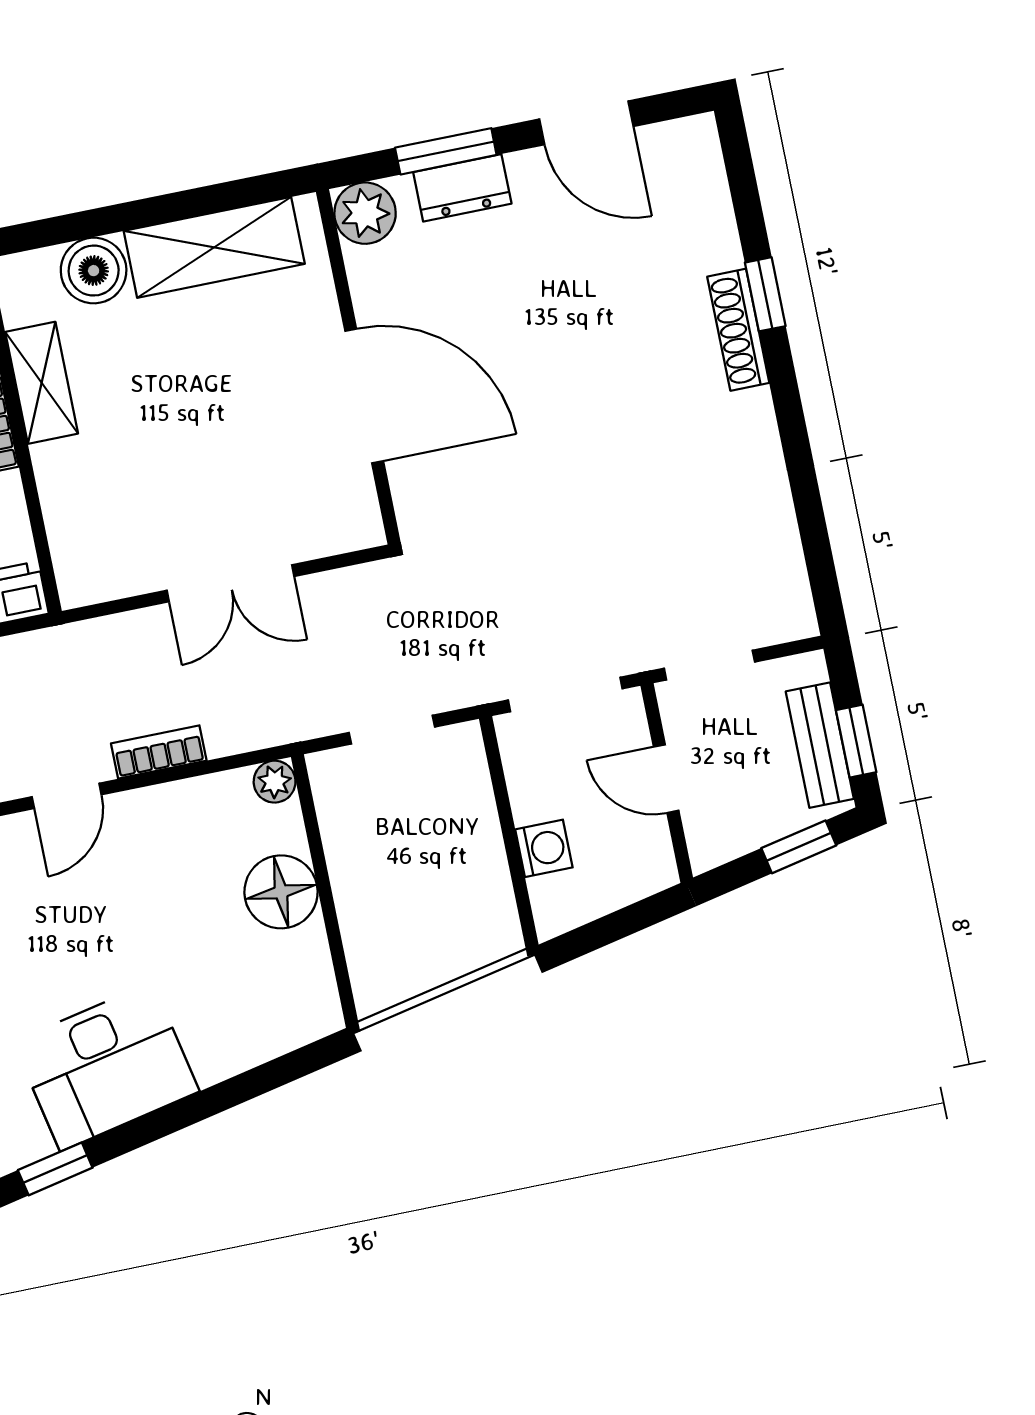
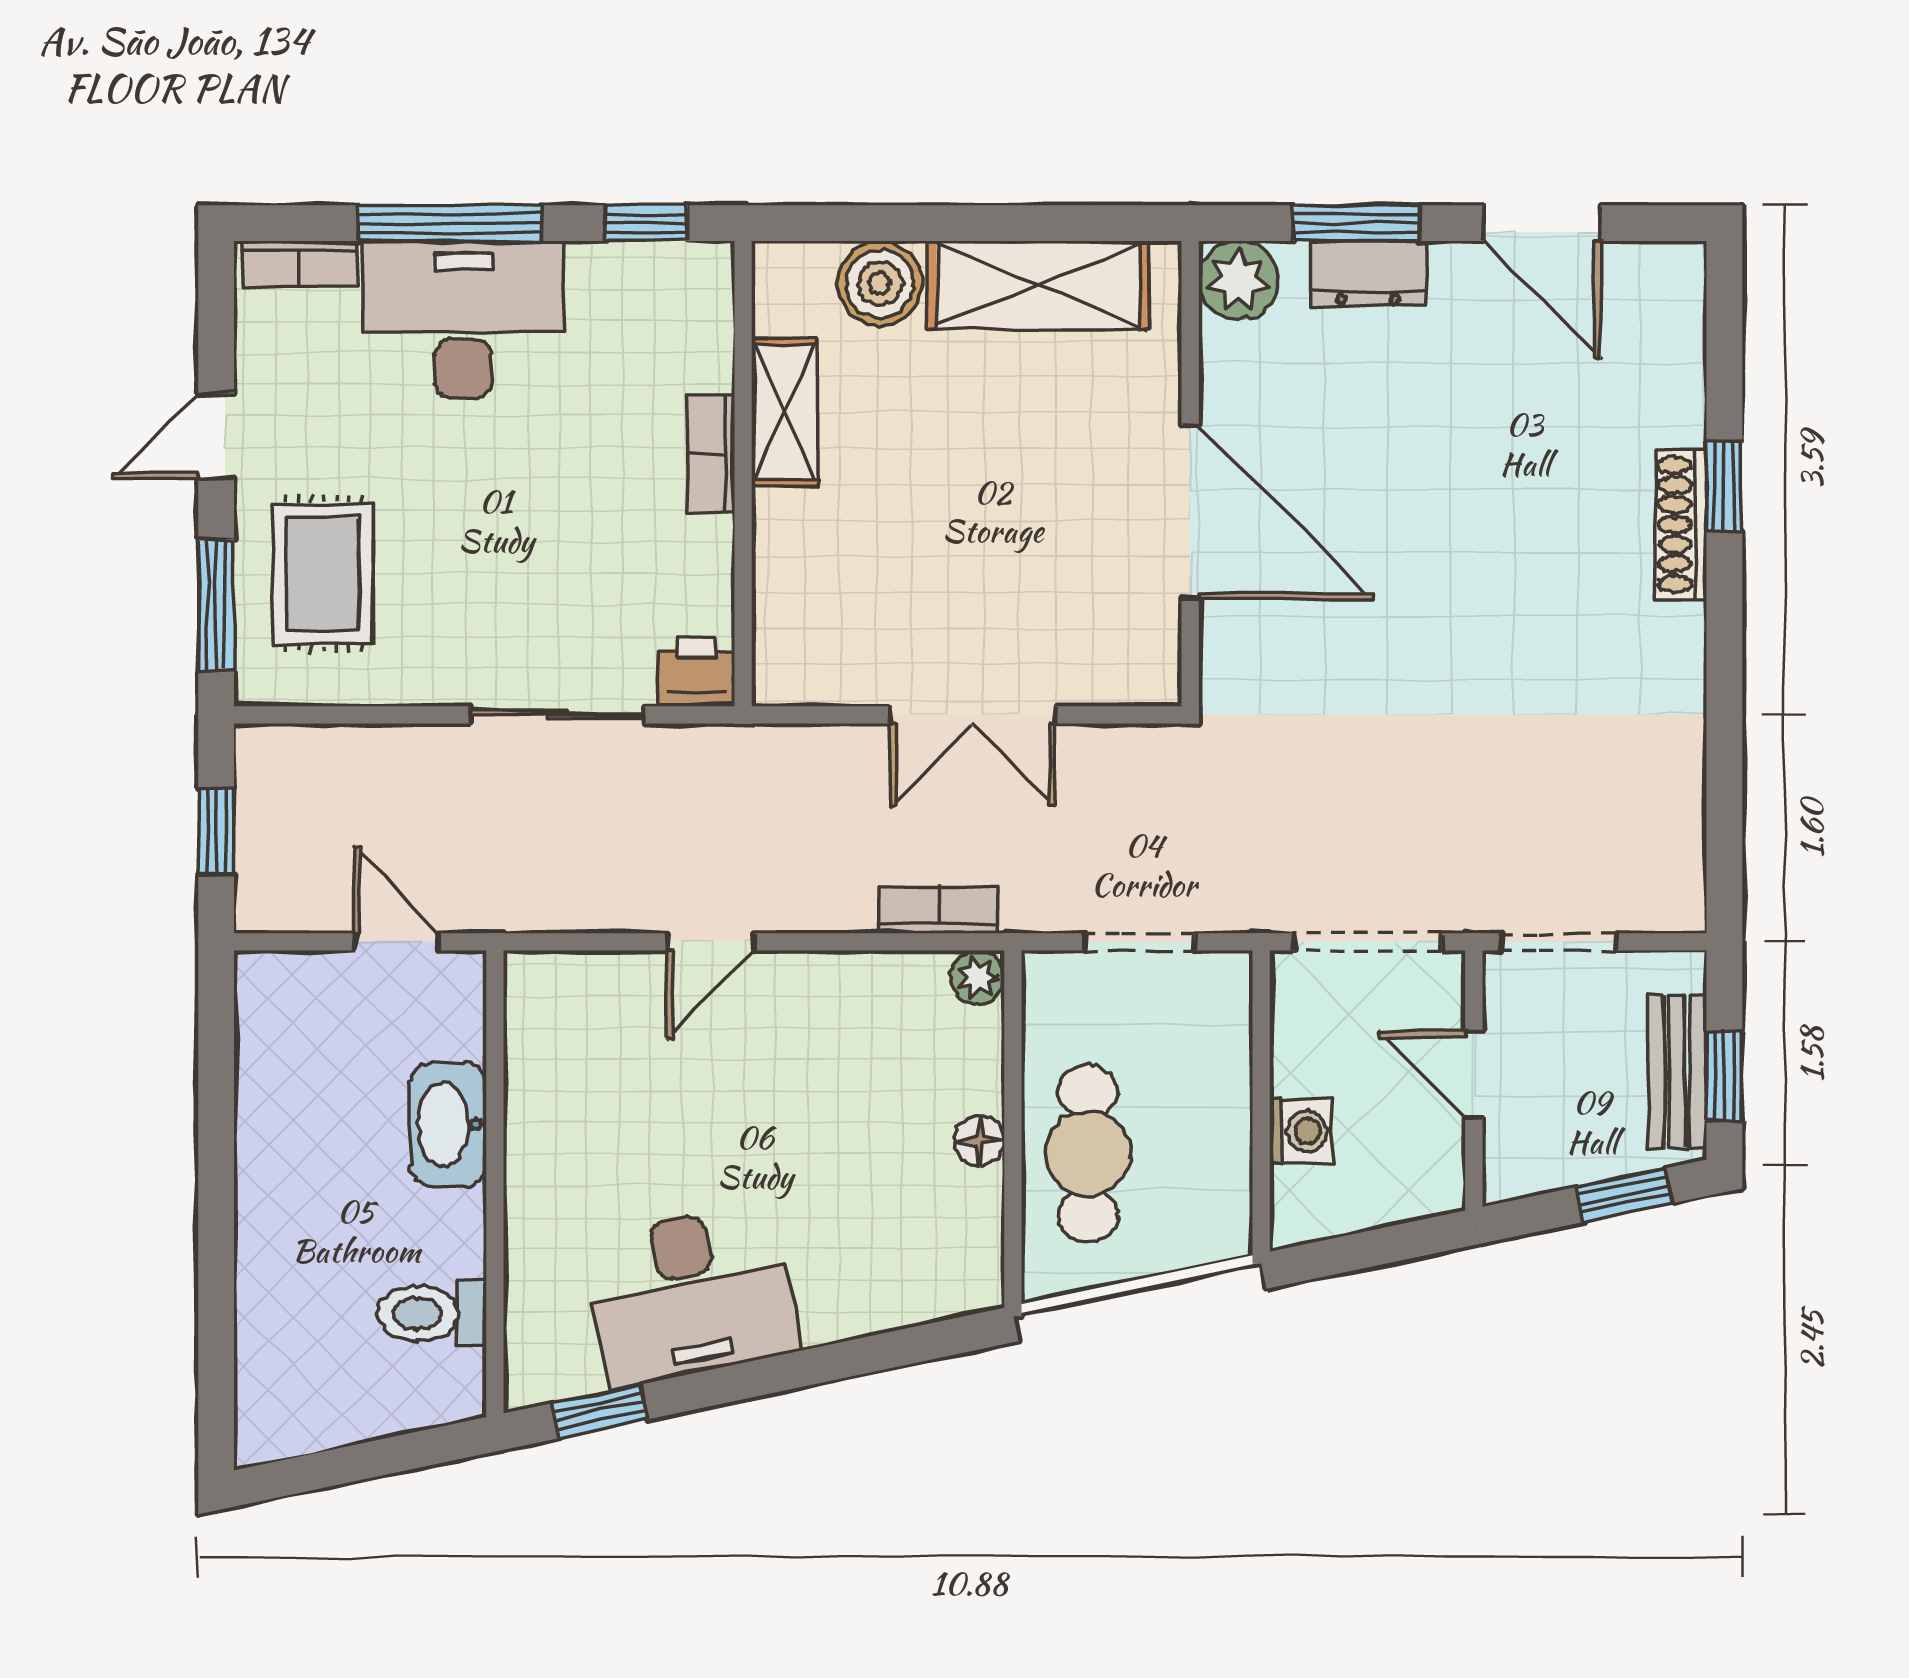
bookcase: (159, 752) -> (938, 910), moved
floor lamp: (281, 892) -> (979, 1141), width x0.53, depth x0.53
cafe table: (386, 898) -> (1088, 1154), added

